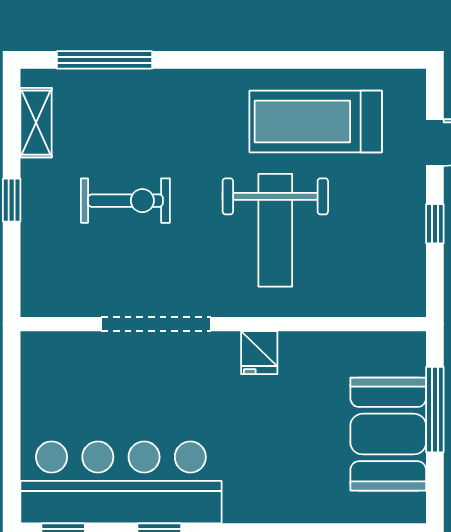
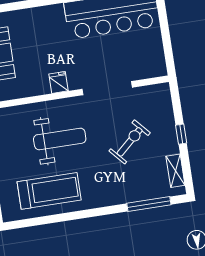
exercise bike: (125, 201) -> (130, 142), turned 138
weight bench: (275, 230) -> (60, 139), turned 90

